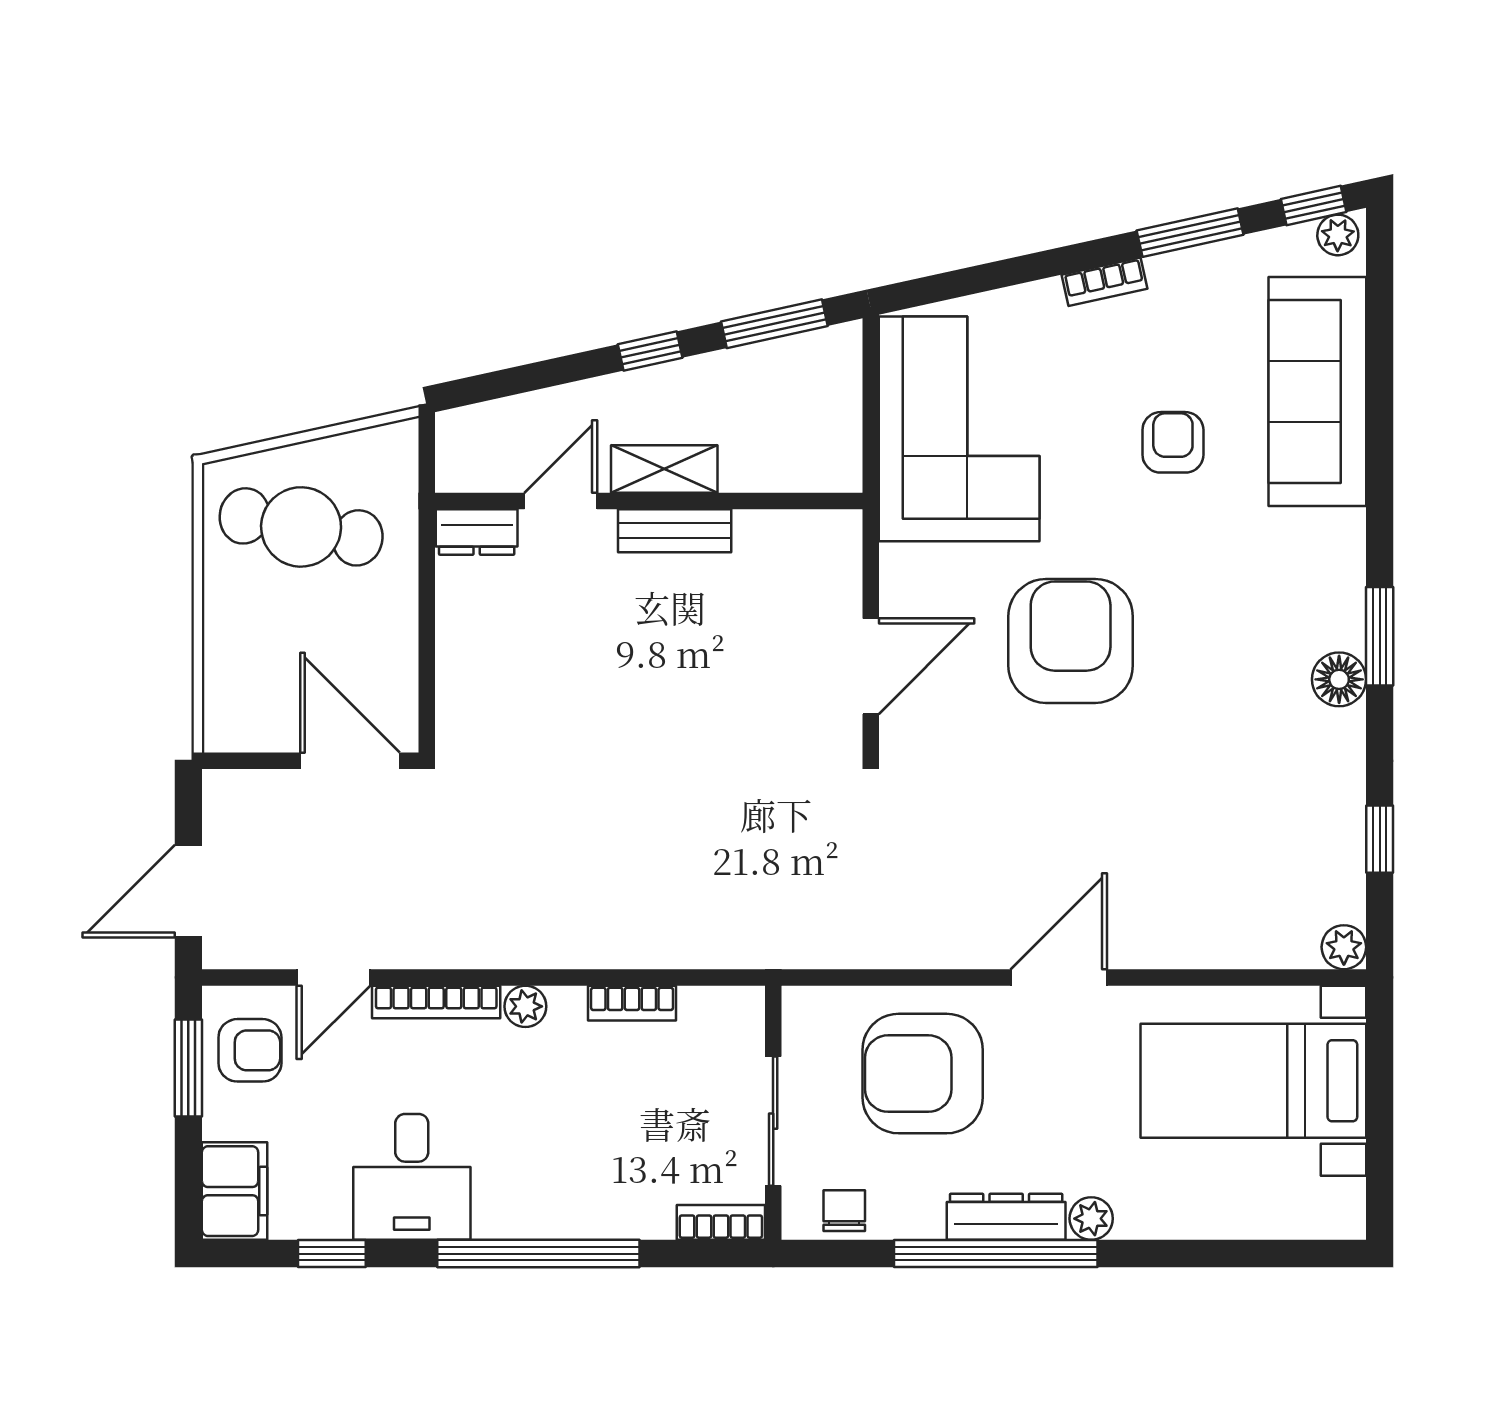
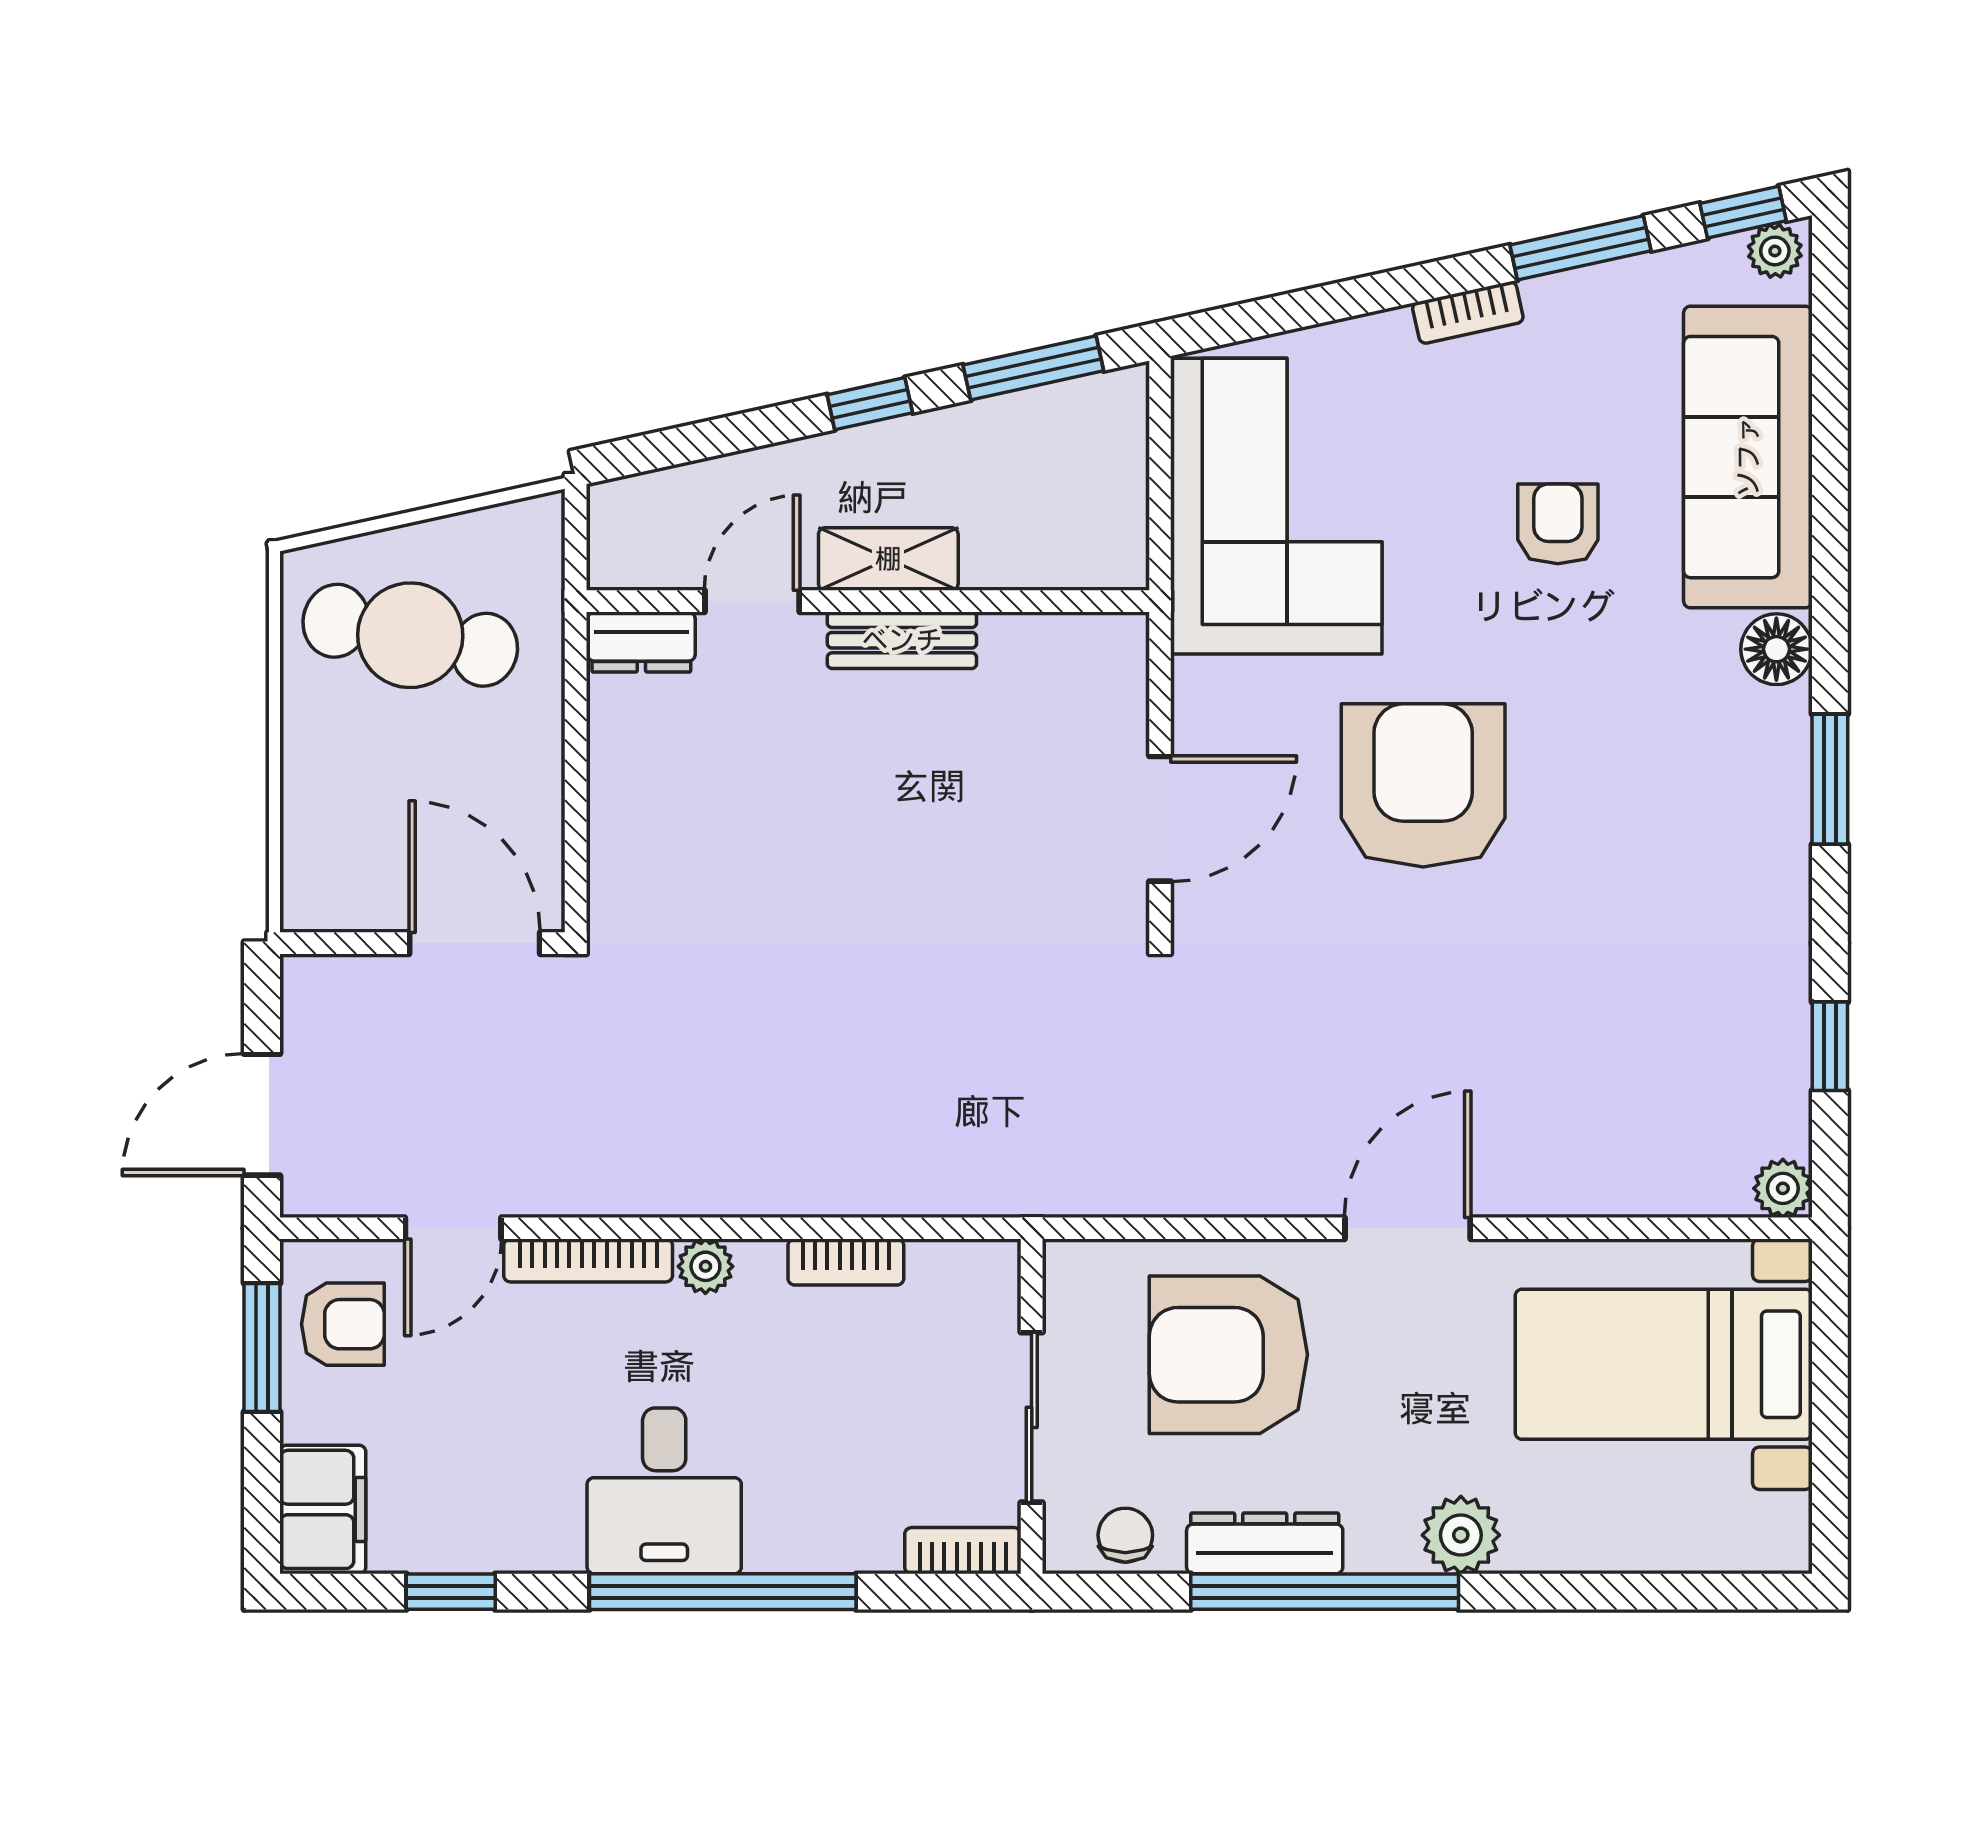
floor lamp: (1339, 679) -> (1776, 649), moved
desk: (412, 1177) -> (664, 1491), moved
dresser: (1006, 1217) -> (1265, 1543), moved
plant: (1091, 1219) -> (1461, 1535), width x1.38, depth x1.38

